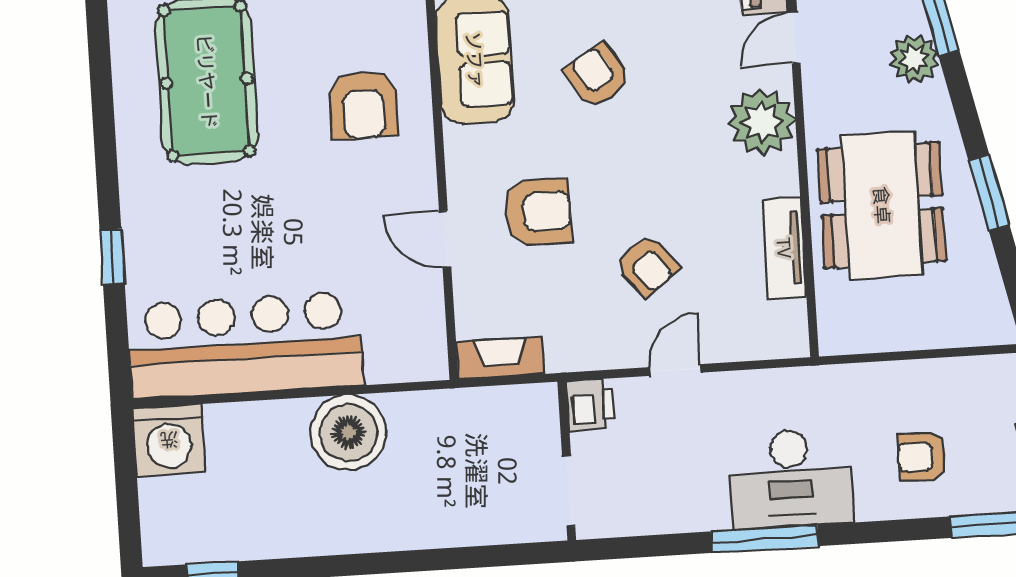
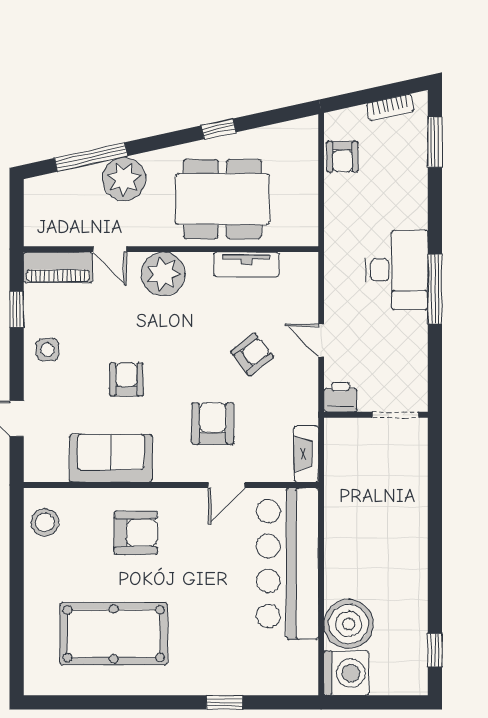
plant: (914, 59) -> (124, 179), width x1.36, depth x1.36
armchair: (597, 76) -> (126, 379), turned 122
window: (989, 193) -> (219, 129), width x0.67
bar counter: (245, 345) -> (287, 564), moved
boiler: (348, 433) -> (349, 624), moved
armchair: (922, 457) -> (342, 157), moved

